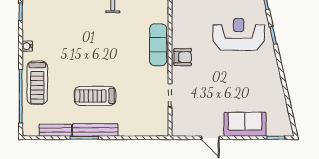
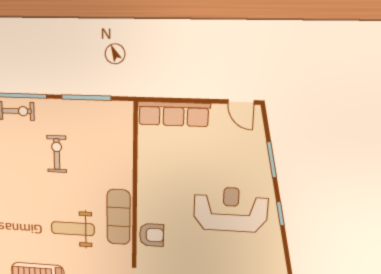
weight bench: (123, 56) -> (73, 229), added

